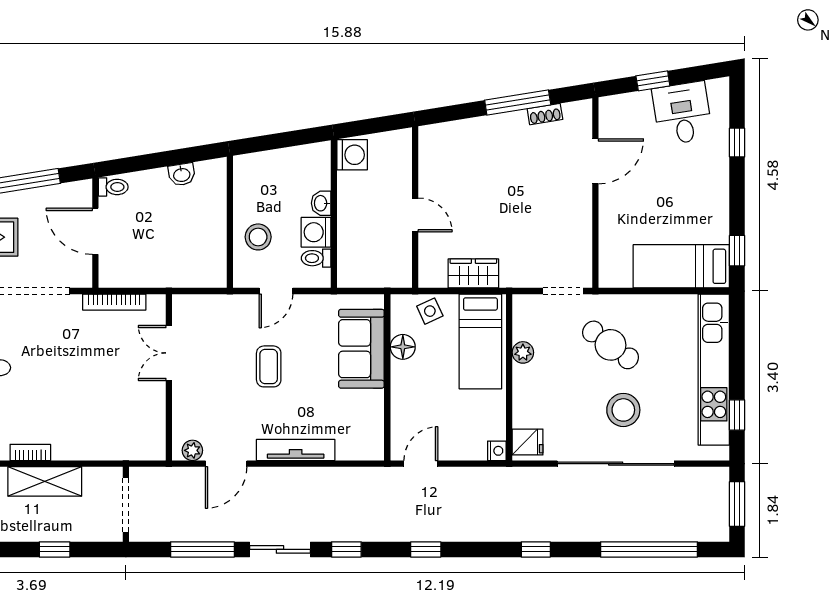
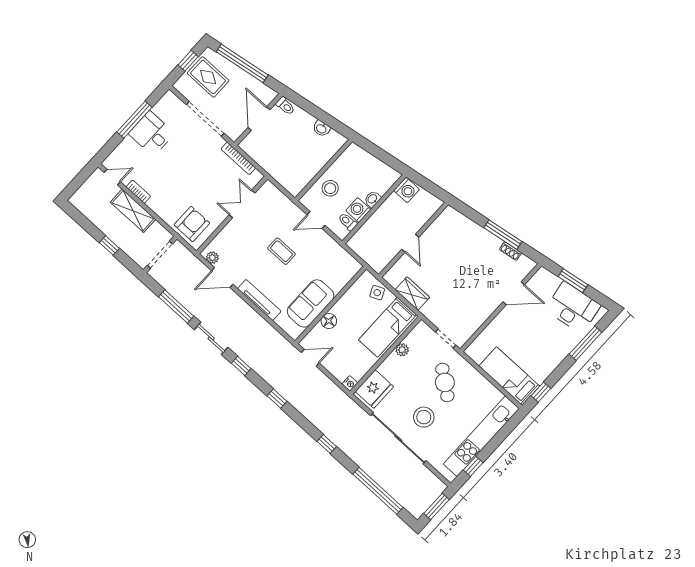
window: (653, 81) -> (573, 281), width x1.50
desk: (682, 113) -> (573, 307), width x1.37
window: (737, 143) -> (585, 343), width x2.17
floor lamp: (403, 347) -> (329, 321), moved
sofa: (361, 349) -> (311, 303), moved
coffee table: (269, 366) -> (282, 251), turned 90
armchair: (131, 432) -> (192, 224), added
fridge: (528, 442) -> (374, 389), width x1.88, depth x1.34

